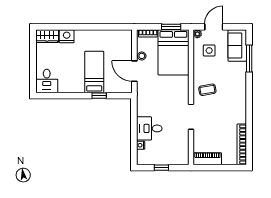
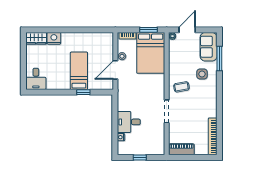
side table: (209, 50) -> (202, 74), moved
door: (134, 71) -> (115, 70), hinge flipped

